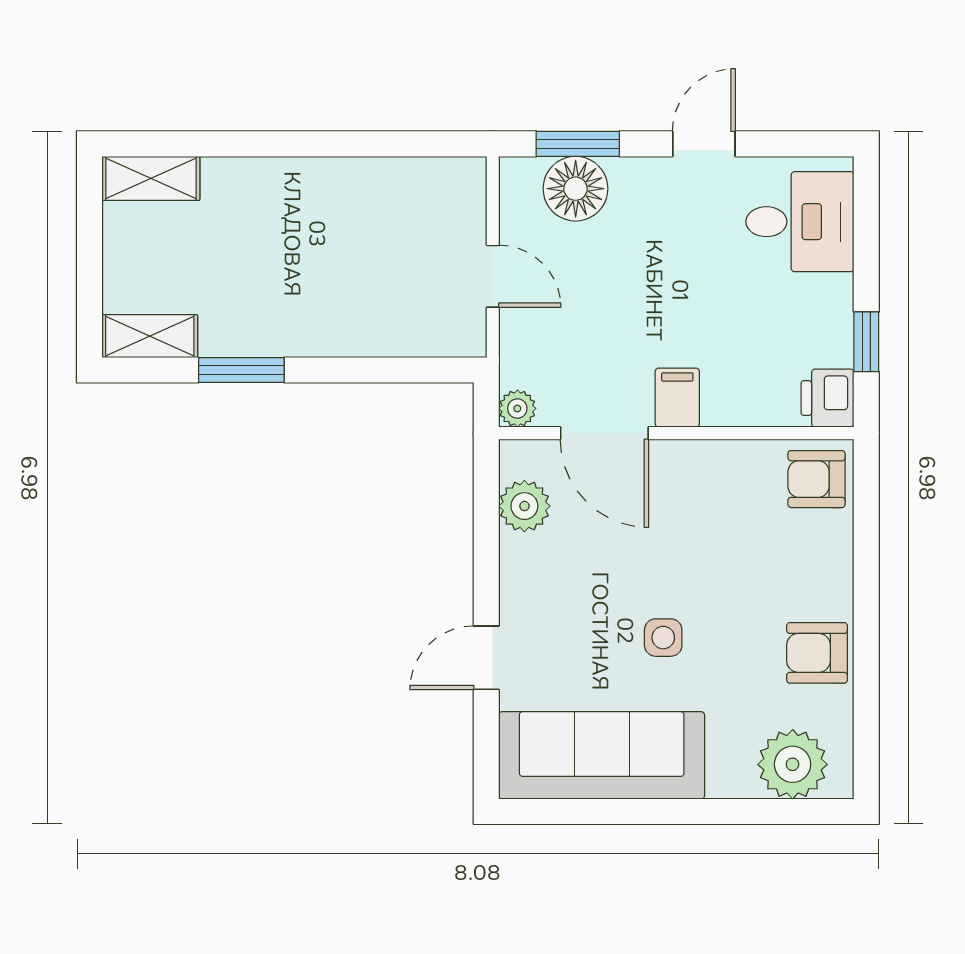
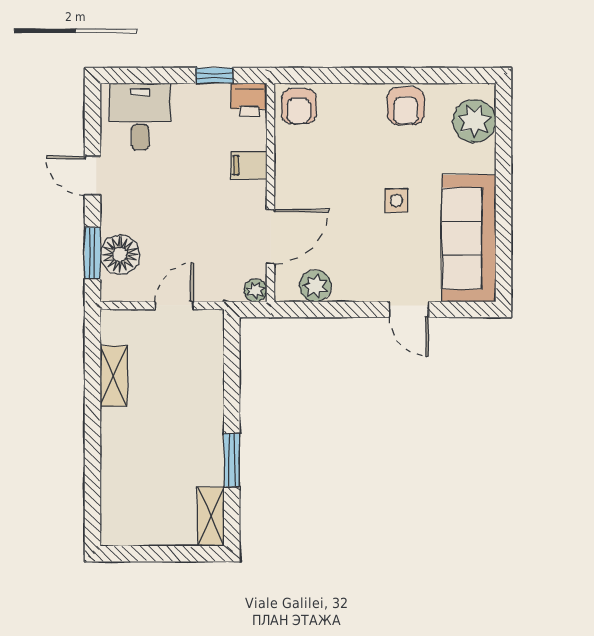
shelving: (151, 178) -> (114, 376), moved
filing cabinet: (677, 398) -> (249, 165), moved

